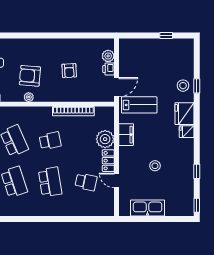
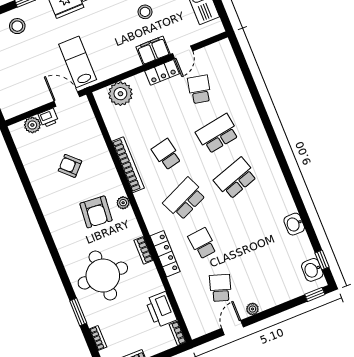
armchair: (69, 71) -> (70, 166), turned -133
stool: (183, 86) -> (17, 26), moved
bookcase: (73, 111) -> (128, 165), moved
filing cabinet: (126, 135) -> (153, 50), moved
plant: (105, 139) -> (120, 94), moved

